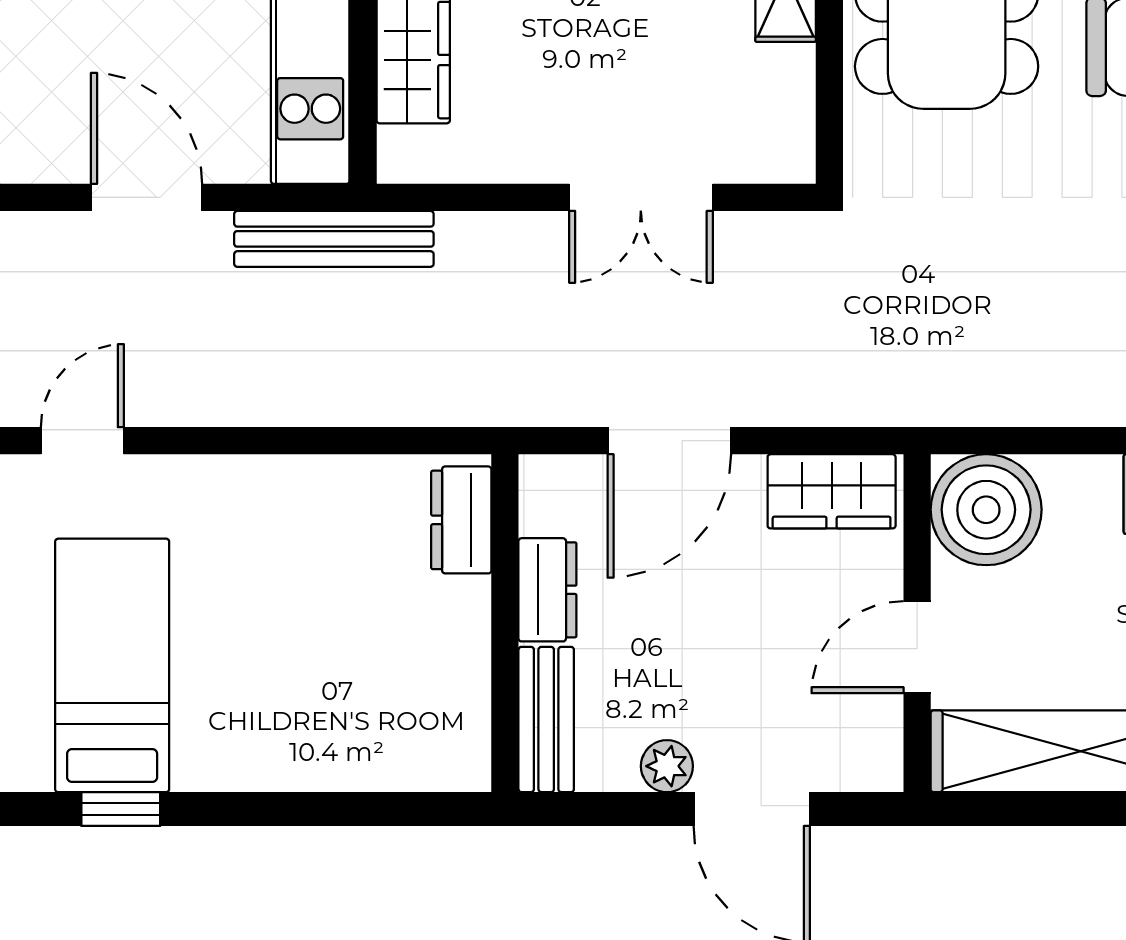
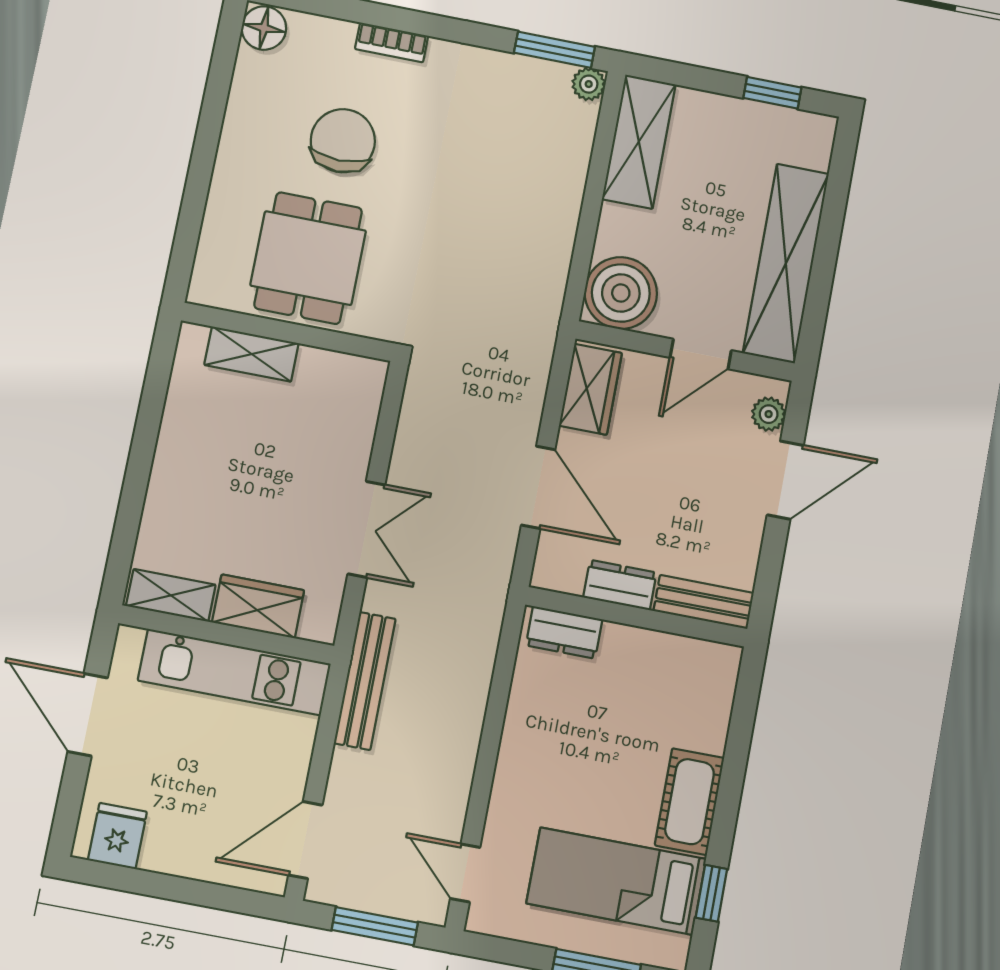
door: (147, 197) -> (305, 840), moved
double door: (641, 197) -> (366, 529), moved
door: (917, 647) -> (701, 354), hinge flipped
cot: (248, 752) -> (690, 802), added
plant: (667, 766) -> (769, 414), moved

